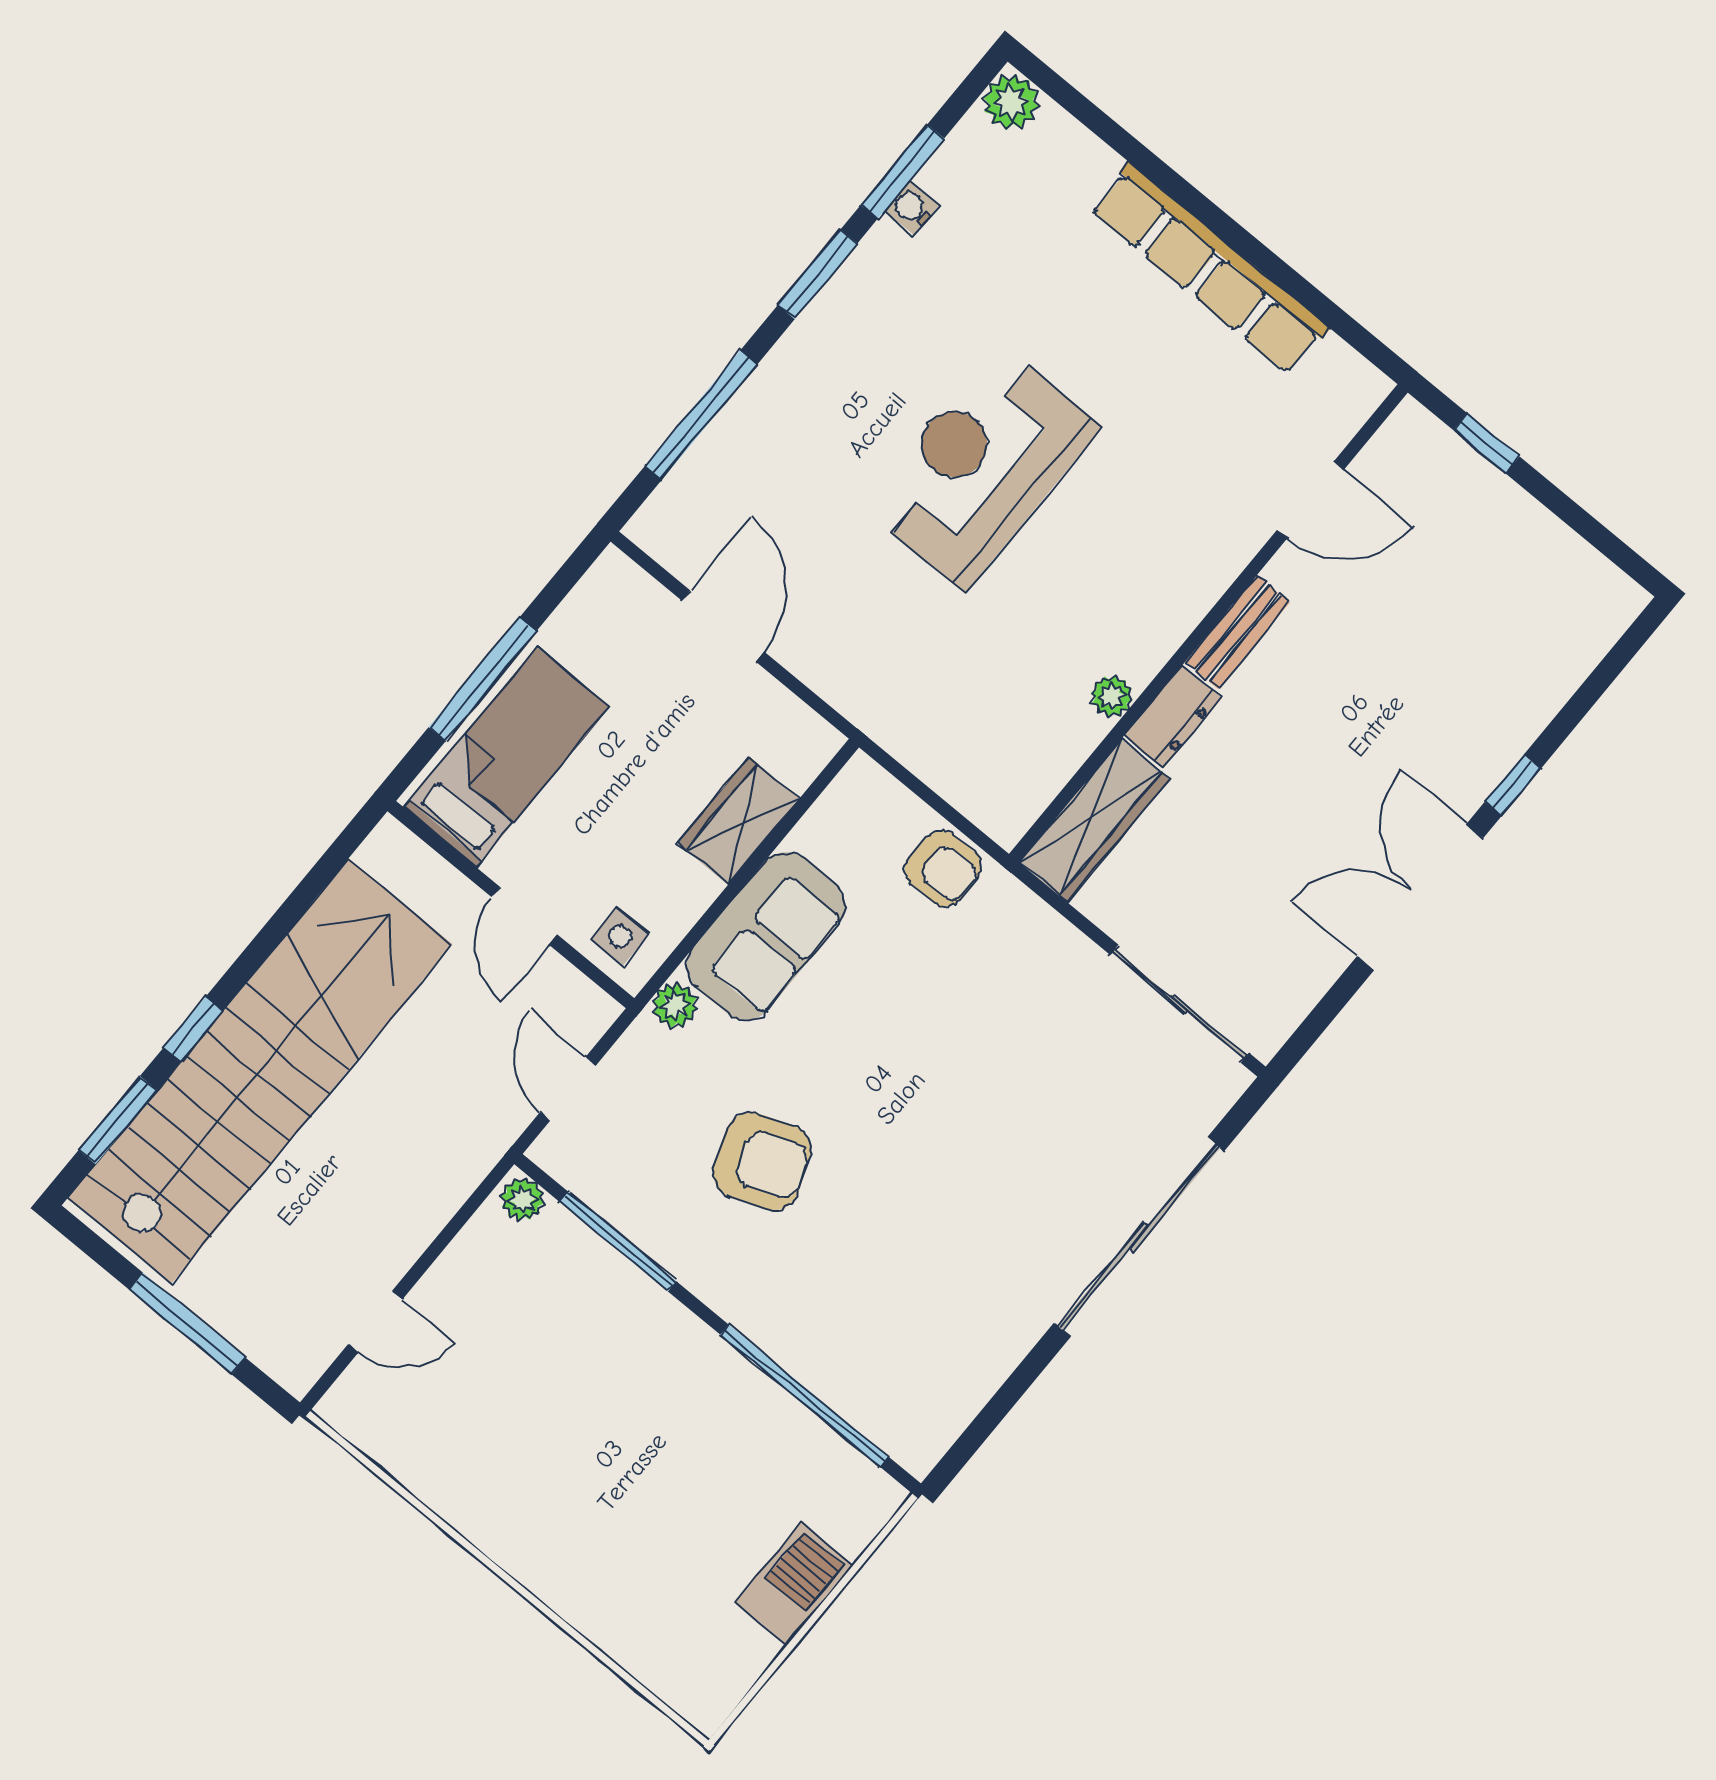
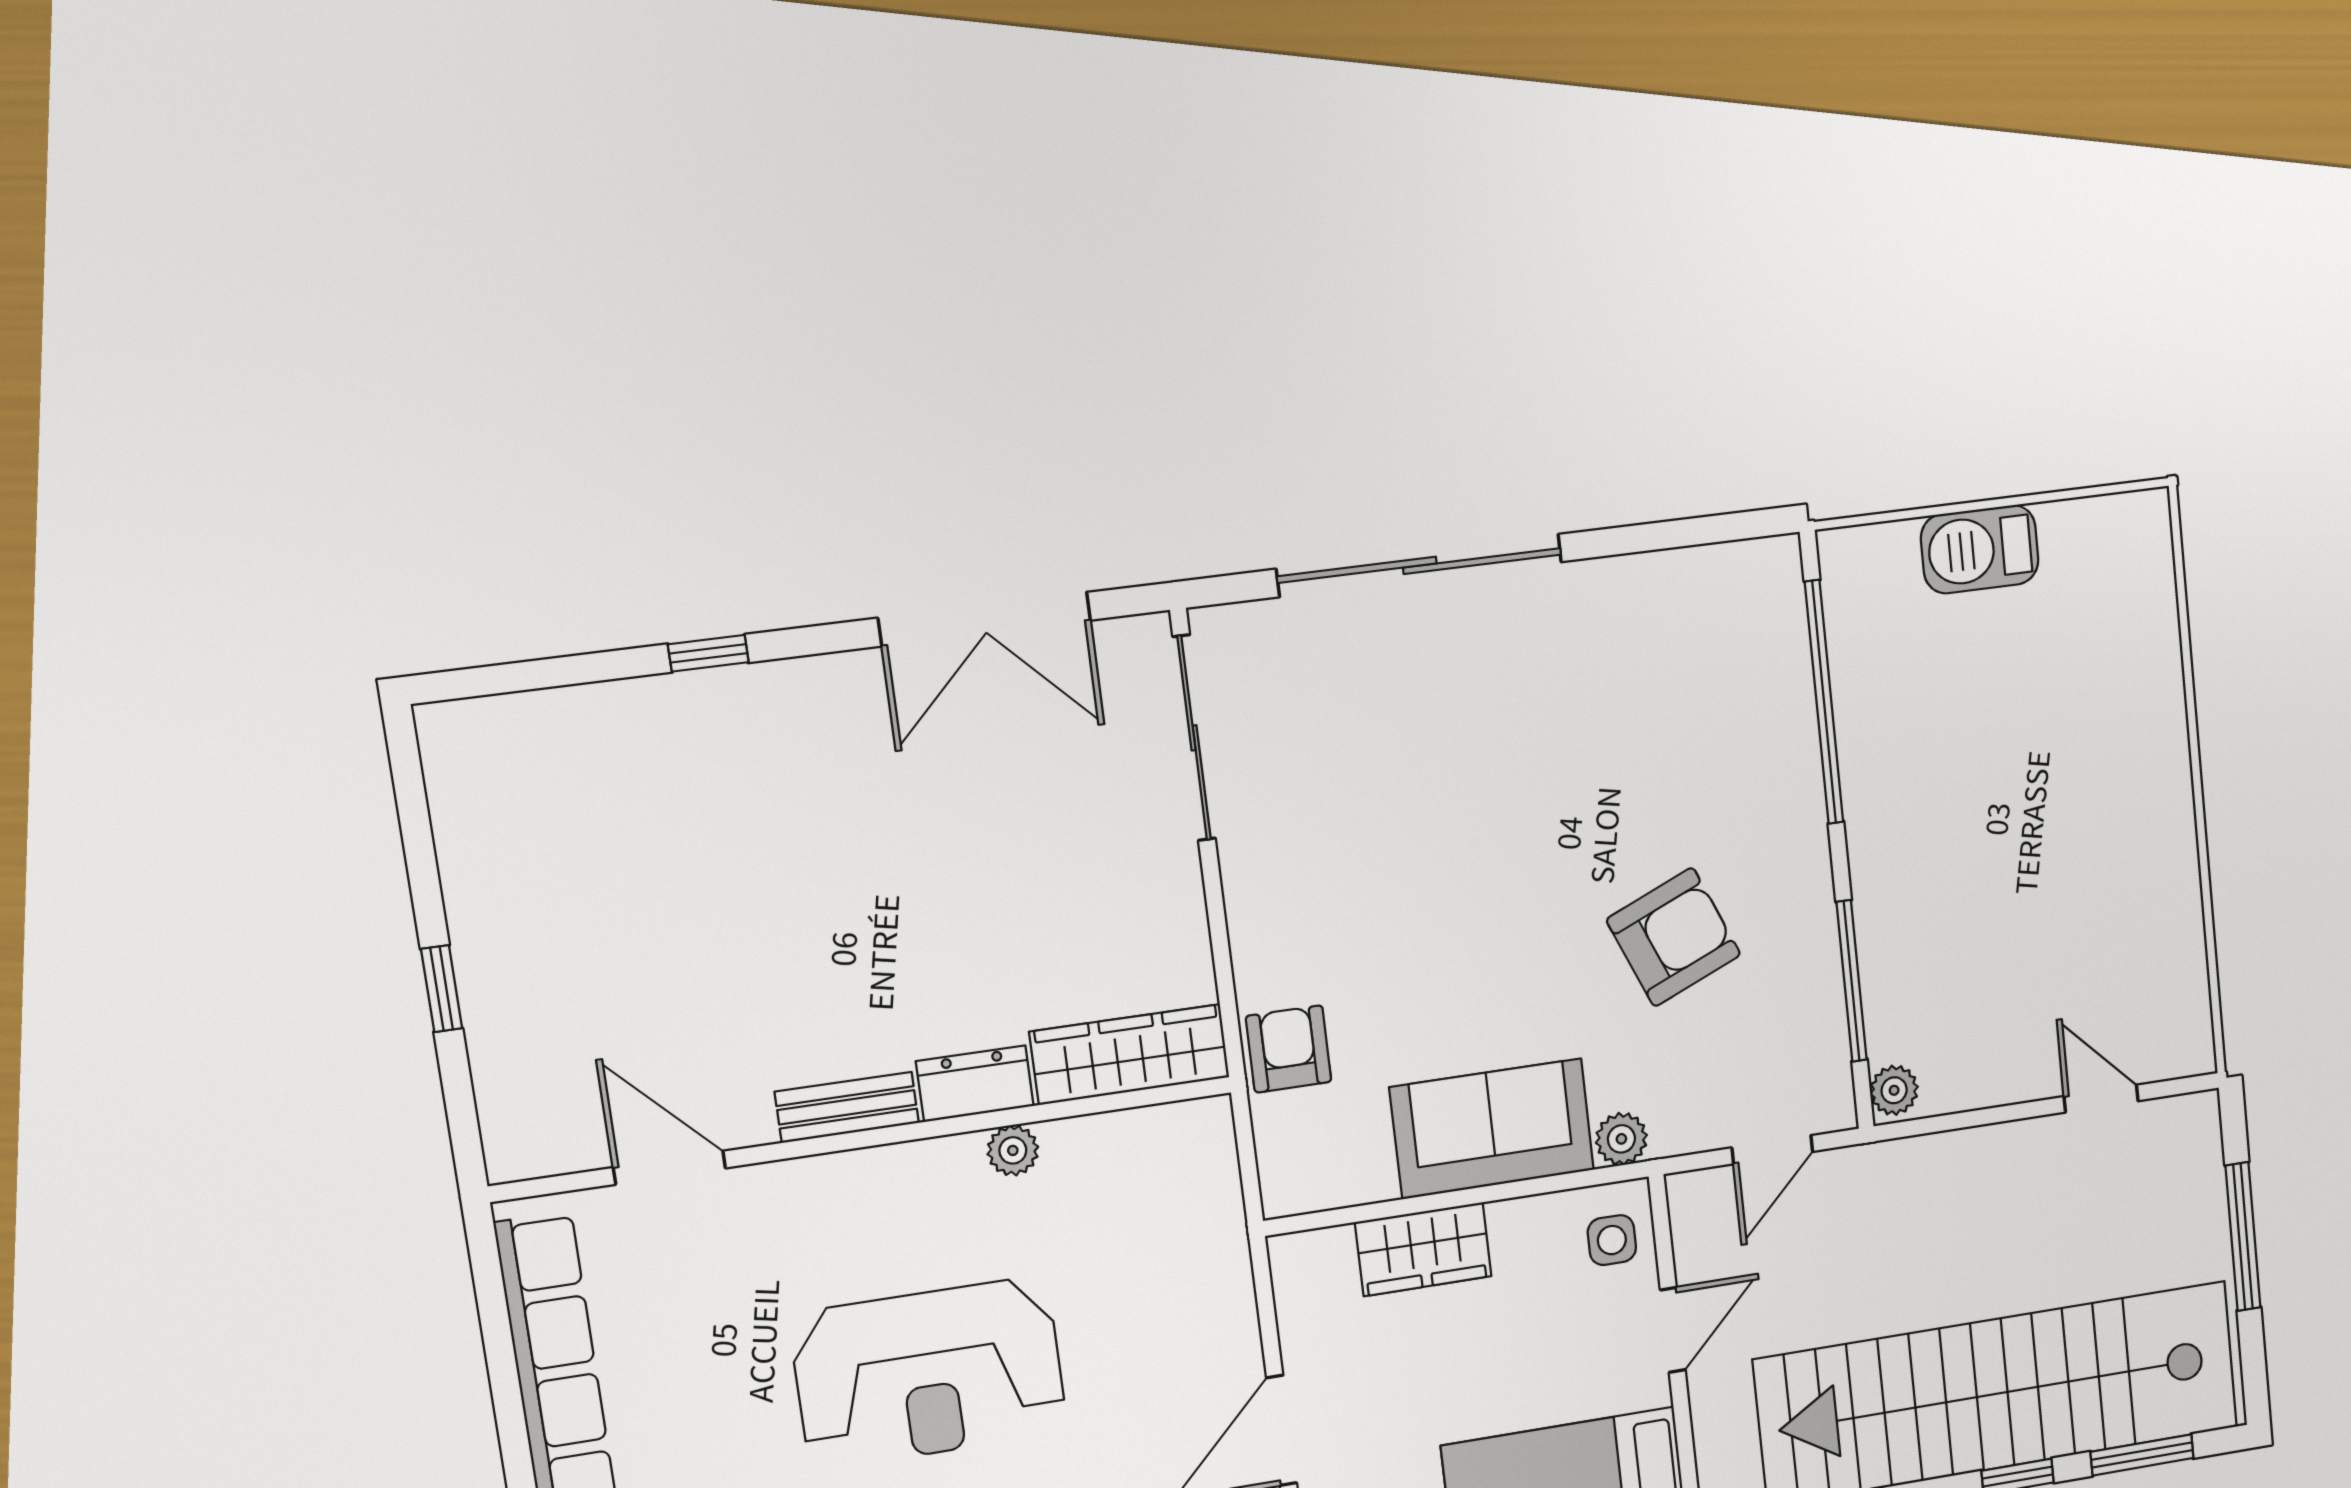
door: (1311, 500) -> (669, 1168), moved
wall: (1208, 623) -> (866, 1139), moved
bench: (1238, 632) -> (847, 1107), moved
plant: (1112, 696) -> (1013, 1150), moved
dresser: (1173, 717) -> (975, 1084), moved
wardrobe: (1094, 820) -> (1130, 1055), moved
double door: (1420, 897) -> (985, 619), moved
armchair: (762, 1161) -> (1673, 937), turned 88

